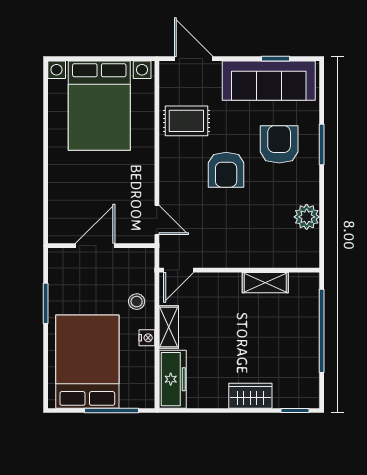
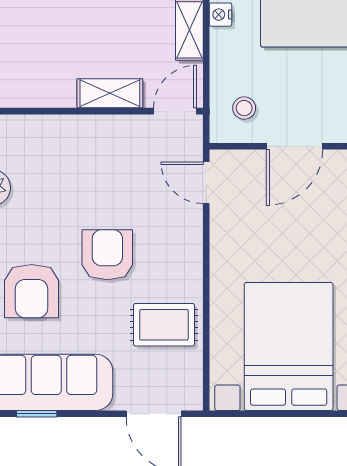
shelving: (265, 283) -> (110, 93), moved
stool: (137, 302) -> (244, 108), moved

